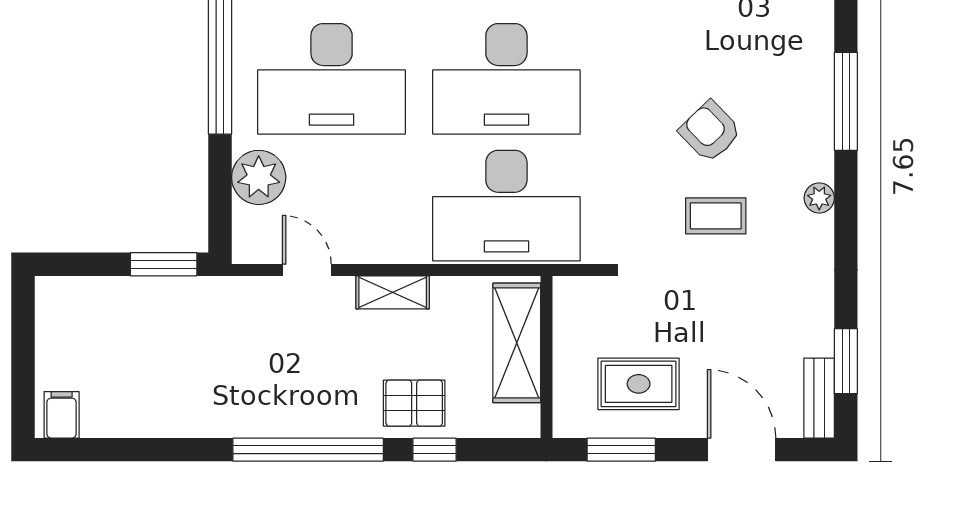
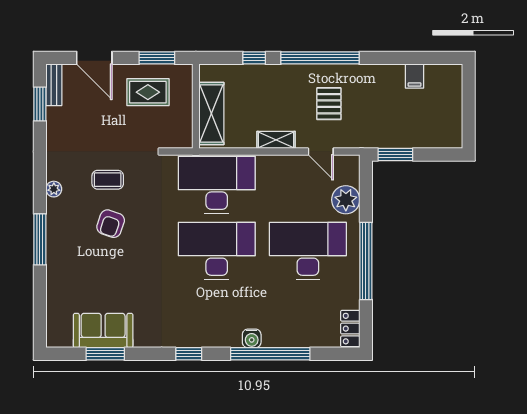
armchair: (710, 132) -> (111, 224), turned 63
pallet: (414, 403) -> (329, 104), moved, turned 90
filing cabinet: (62, 415) -> (415, 76), moved

